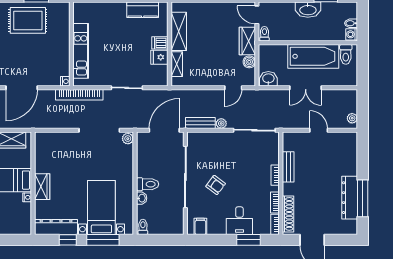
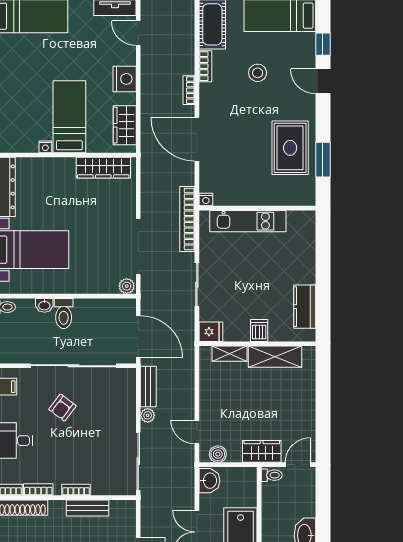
fridge: (159, 57) -> (211, 332), moved, turned 90
boiler: (249, 62) -> (218, 454), moved
wardrobe: (42, 187) -> (103, 168), moved, width x1.50

